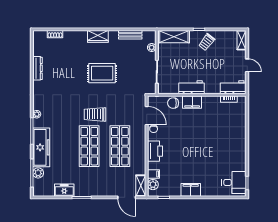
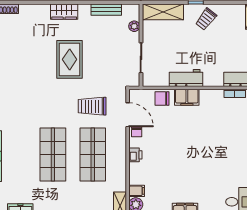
rug: (102, 73) -> (70, 59), turned 90
trolley: (95, 114) -> (92, 106), moved
printer: (155, 151) -> (135, 155), width x0.53, depth x0.68

